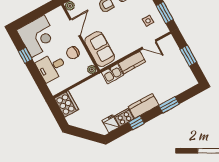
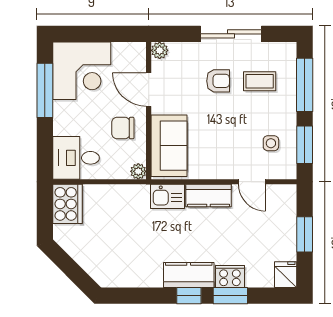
door: (75, 27) -> (149, 90), swing flipped
window: (25, 55) -> (45, 90), width x2.17
desk: (51, 67) -> (76, 158), moved
cooker: (124, 118) -> (230, 276), moved
window: (136, 123) -> (189, 296), moved
fridge: (111, 124) -> (286, 275), moved

